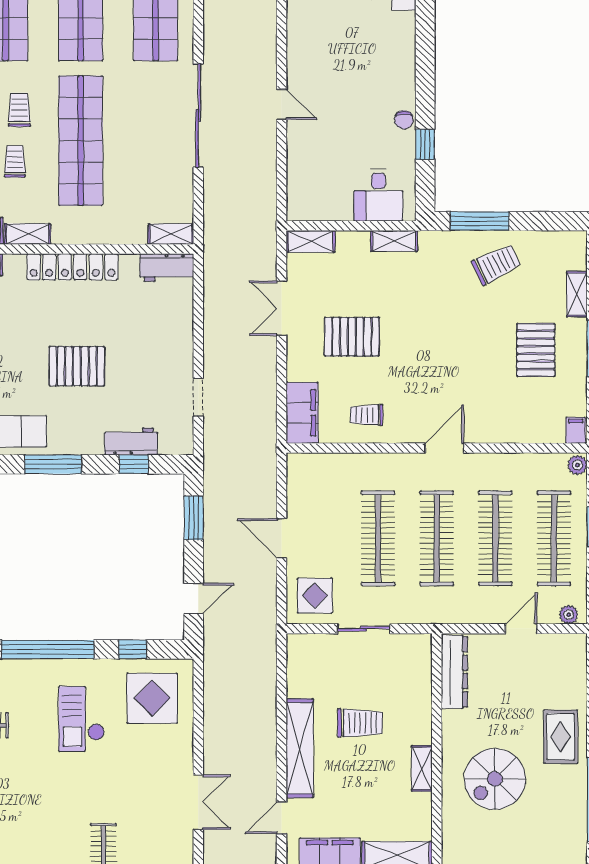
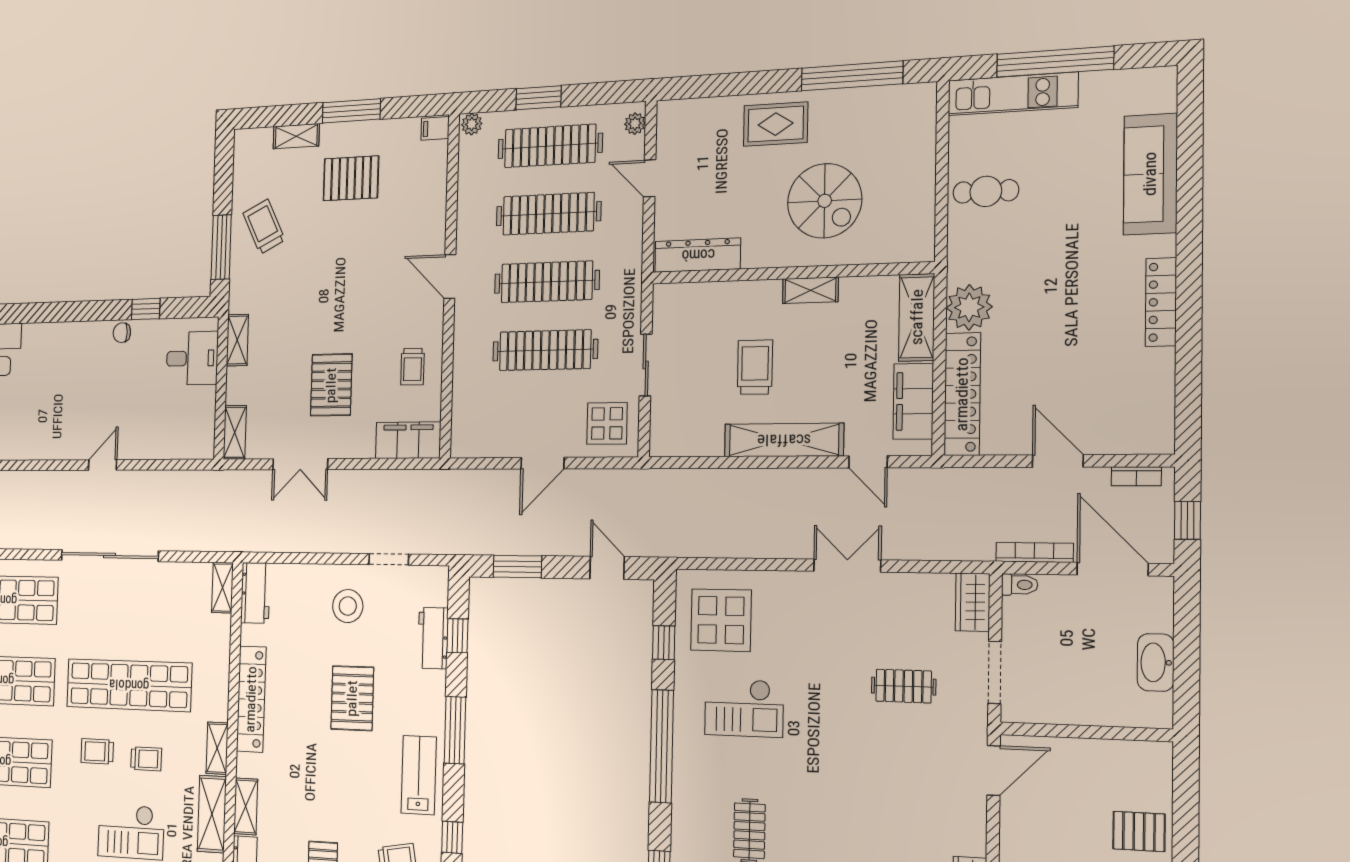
chair: (404, 120) -> (122, 333), turned 180
trolley: (15, 161) -> (146, 759), turned 180
stool: (157, 359) -> (348, 606), added

